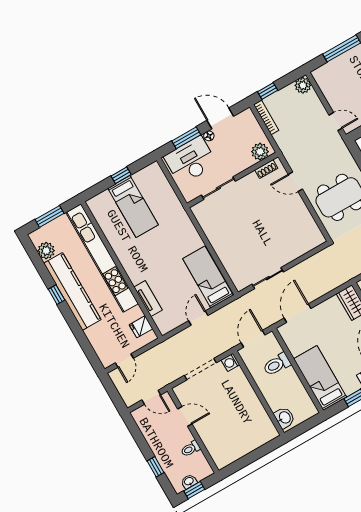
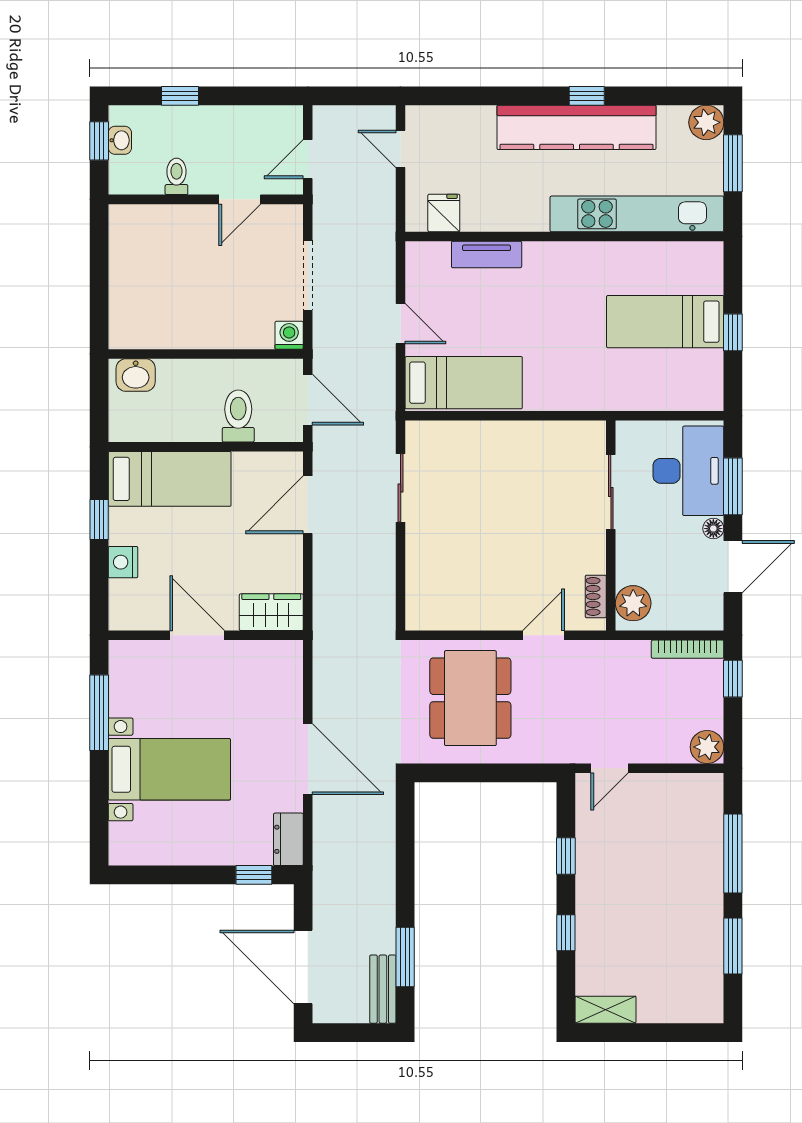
plant: (46, 251) -> (706, 122), moved
kitchen unit: (102, 258) -> (637, 214), width x0.73
door: (297, 313) -> (308, 505), swing flipped

